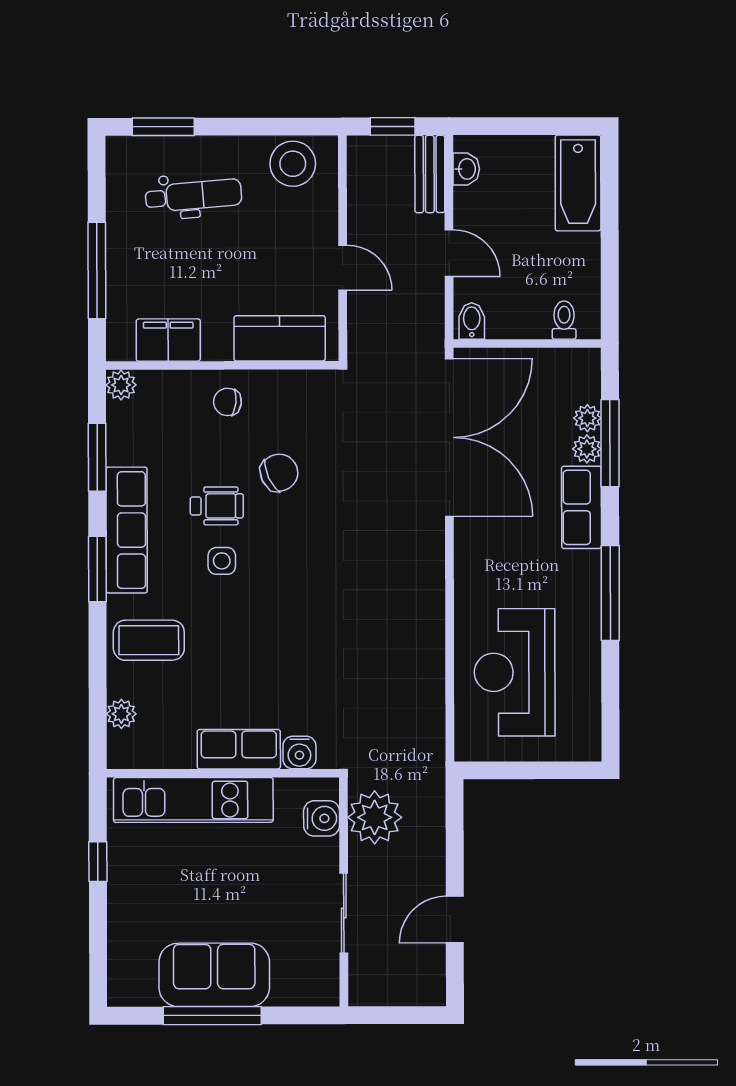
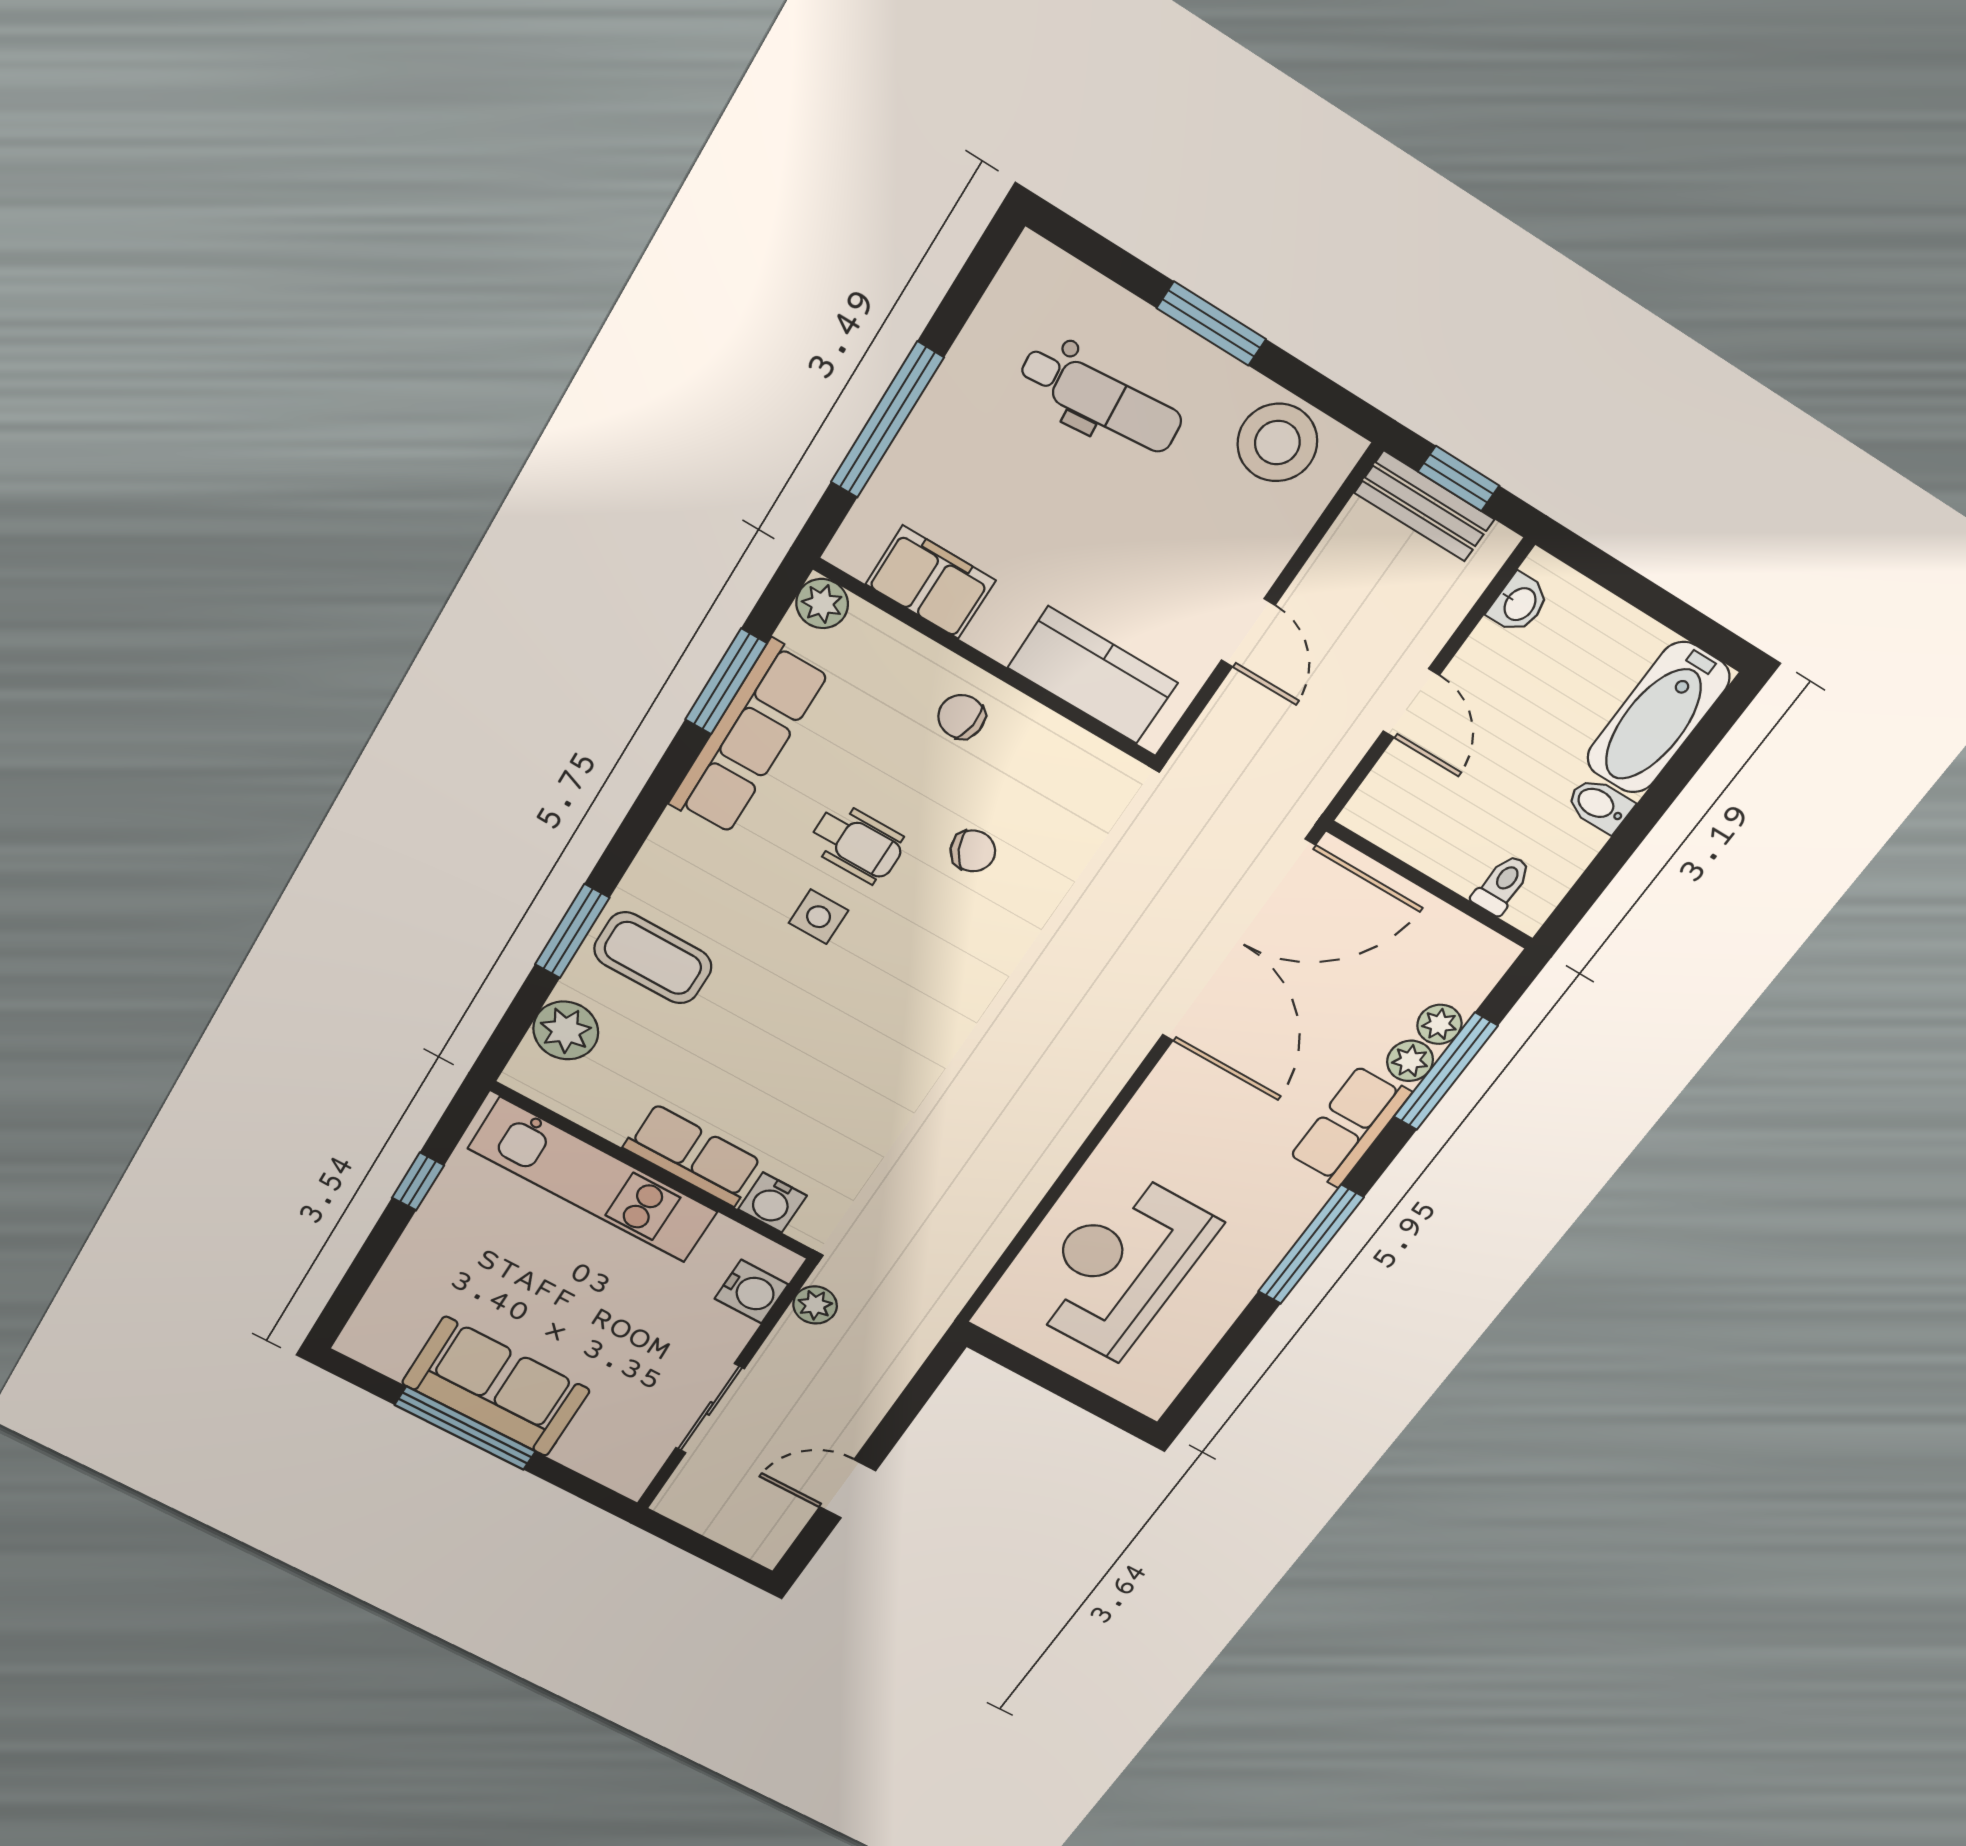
window: (163, 127) -> (1211, 324), moved
bench: (430, 174) -> (1424, 506), moved, turned 90
bidet: (472, 321) -> (1599, 805), moved, turned -90
chair: (279, 473) -> (973, 851), width x0.73, depth x0.73
row of seats: (127, 530) -> (749, 738), moved
window: (97, 569) -> (572, 931), moved
plant: (121, 714) -> (566, 1030), width x1.38, depth x1.38
plant: (375, 817) -> (815, 1305), width x0.53, depth x0.53

